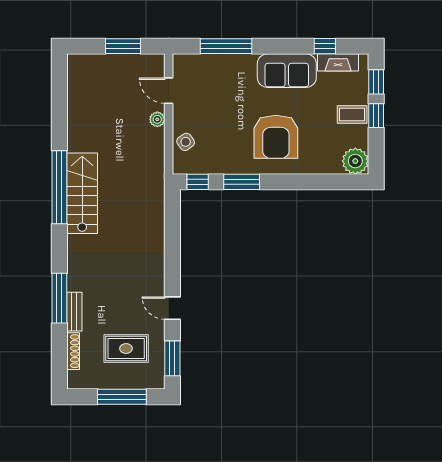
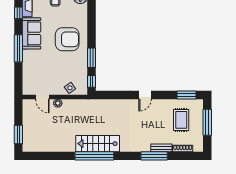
window: (123, 46) -> (18, 134), moved
window: (226, 46) -> (18, 48), moved
door: (169, 91) -> (42, 97), hinge flipped
door: (172, 308) -> (145, 95), moved

